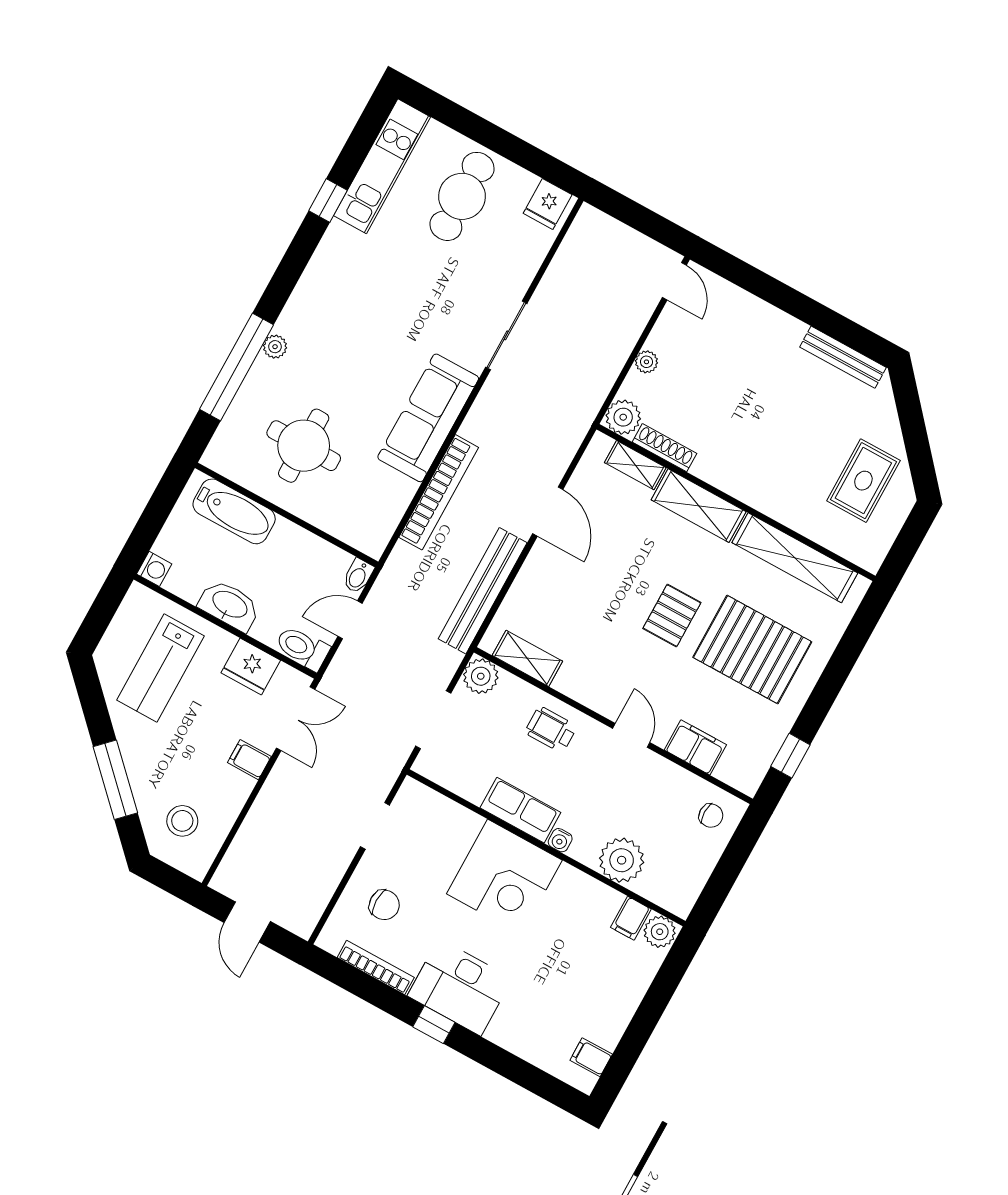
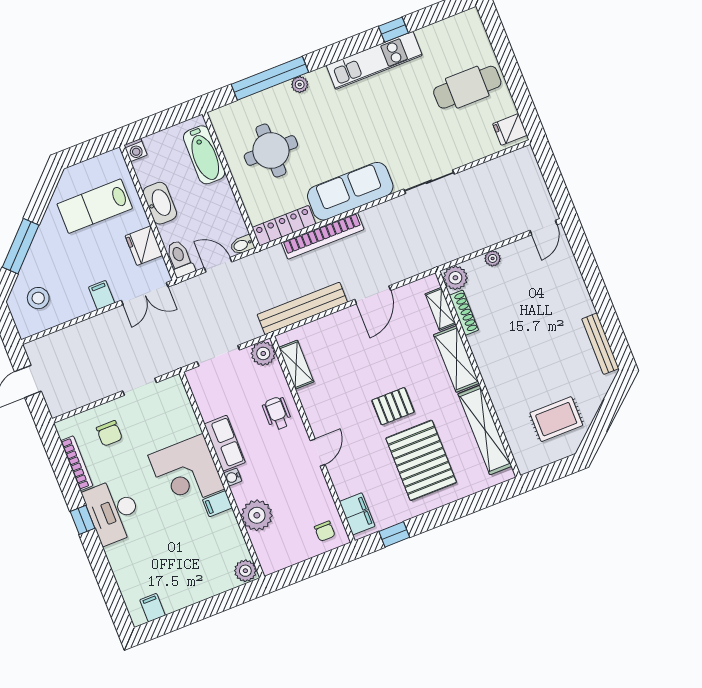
kitchen unit: (382, 166) -> (374, 60), moved
locker: (387, 517) -> (284, 226), added
filing cabinet: (695, 747) -> (357, 514), moved
filing cabinet: (631, 918) -> (217, 504), moved

